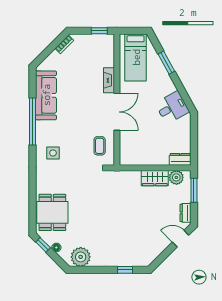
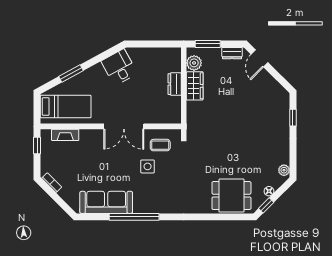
fireplace: (109, 80) -> (65, 135), moved
double door: (117, 112) -> (124, 126), swing flipped
side table: (53, 153) -> (148, 166), moved
dresser: (180, 159) -> (175, 84), moved
plant: (81, 257) -> (284, 170), width x0.53, depth x0.53

